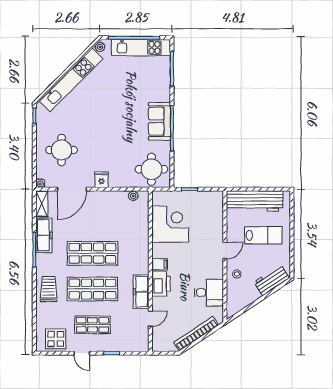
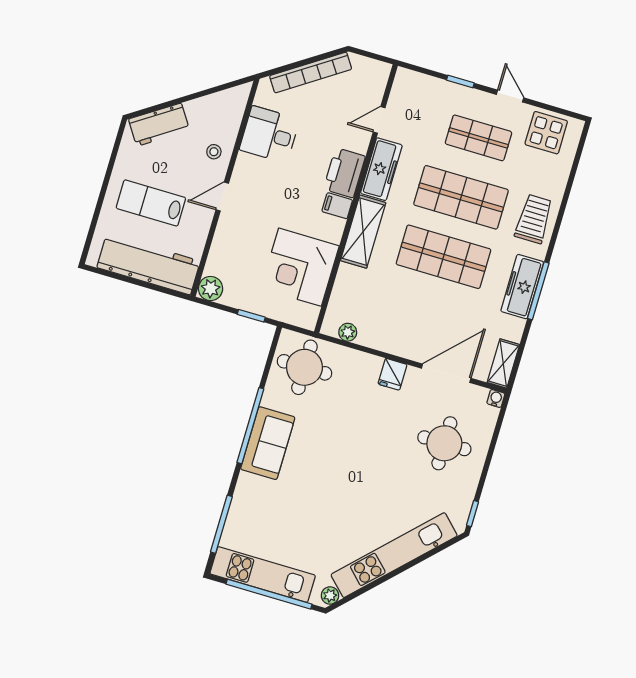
plant: (216, 198) -> (211, 289), added
freezer: (44, 235) -> (522, 287), moved
shelving: (141, 254) -> (363, 232), added
trolley: (49, 289) -> (534, 219), turned 180

